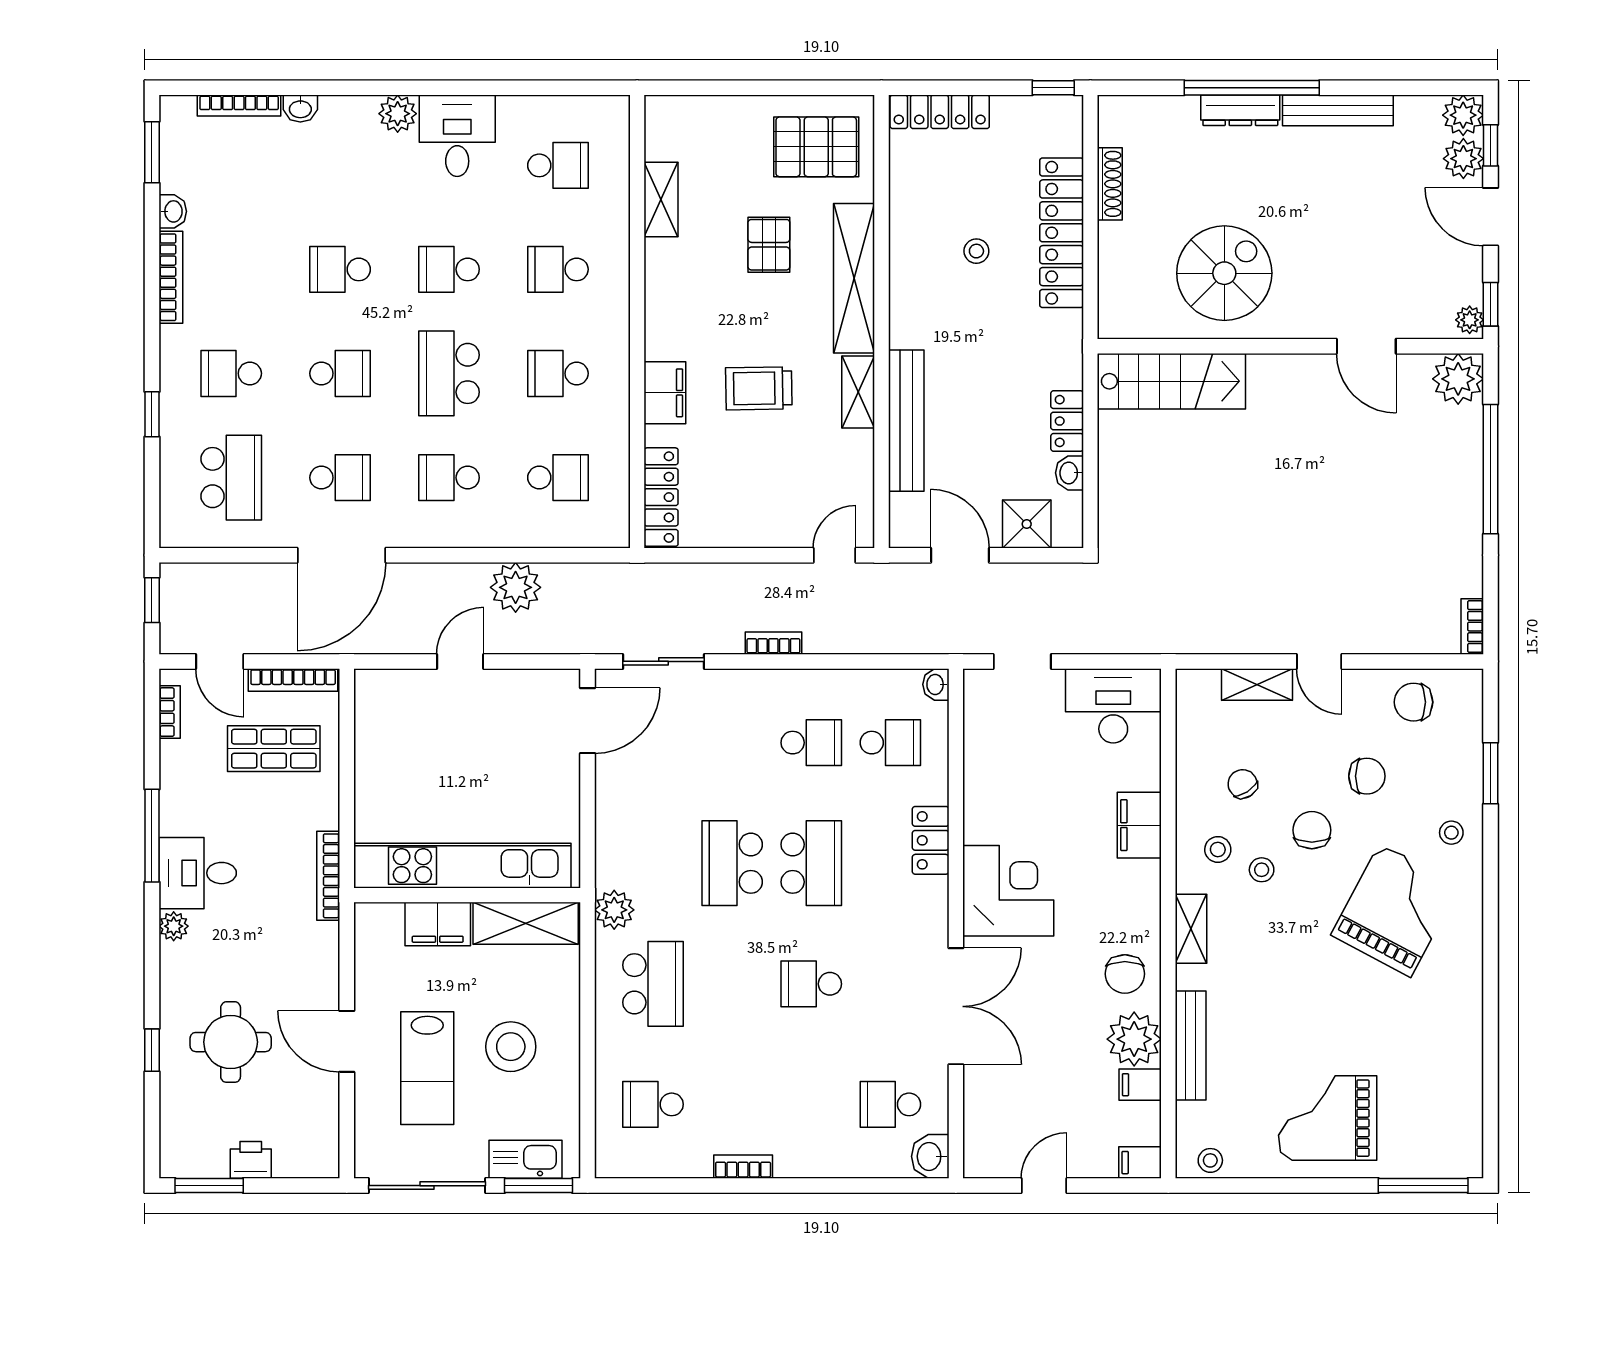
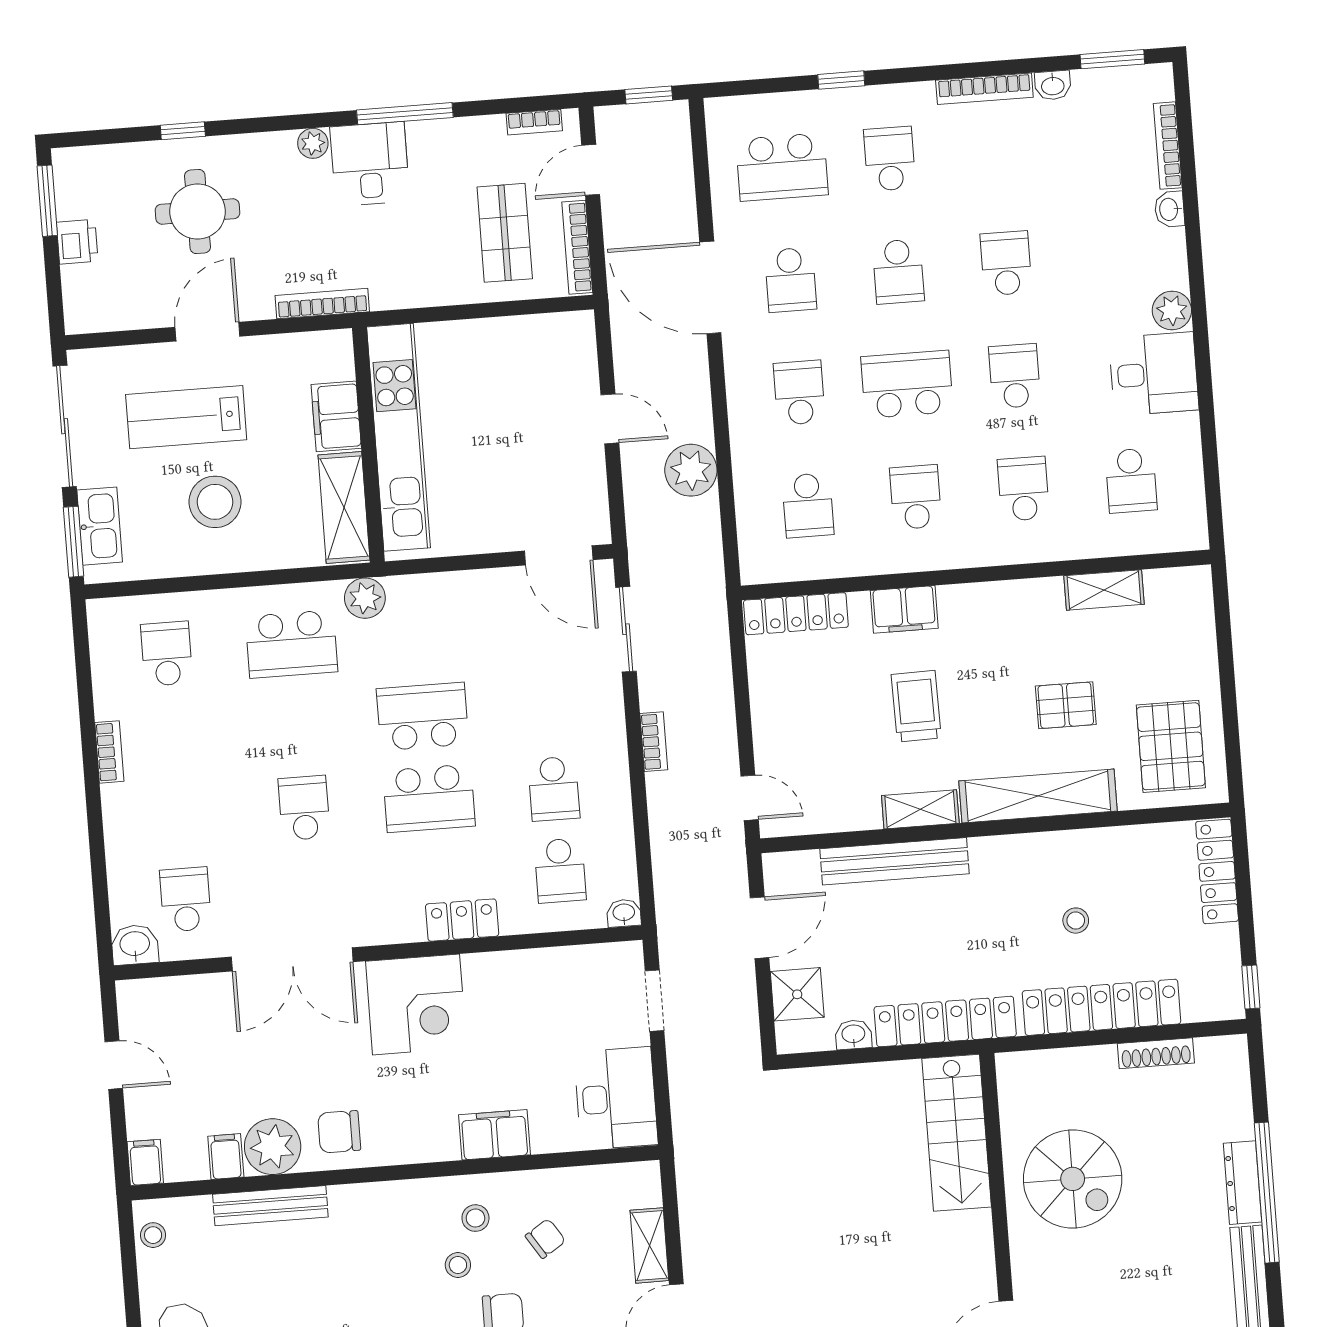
locker: (1067, 421) -> (945, 1022), width x2.16, depth x1.21
bookcase: (328, 876) -> (322, 304), moved
shelving: (1191, 929) -> (391, 1197), removed

